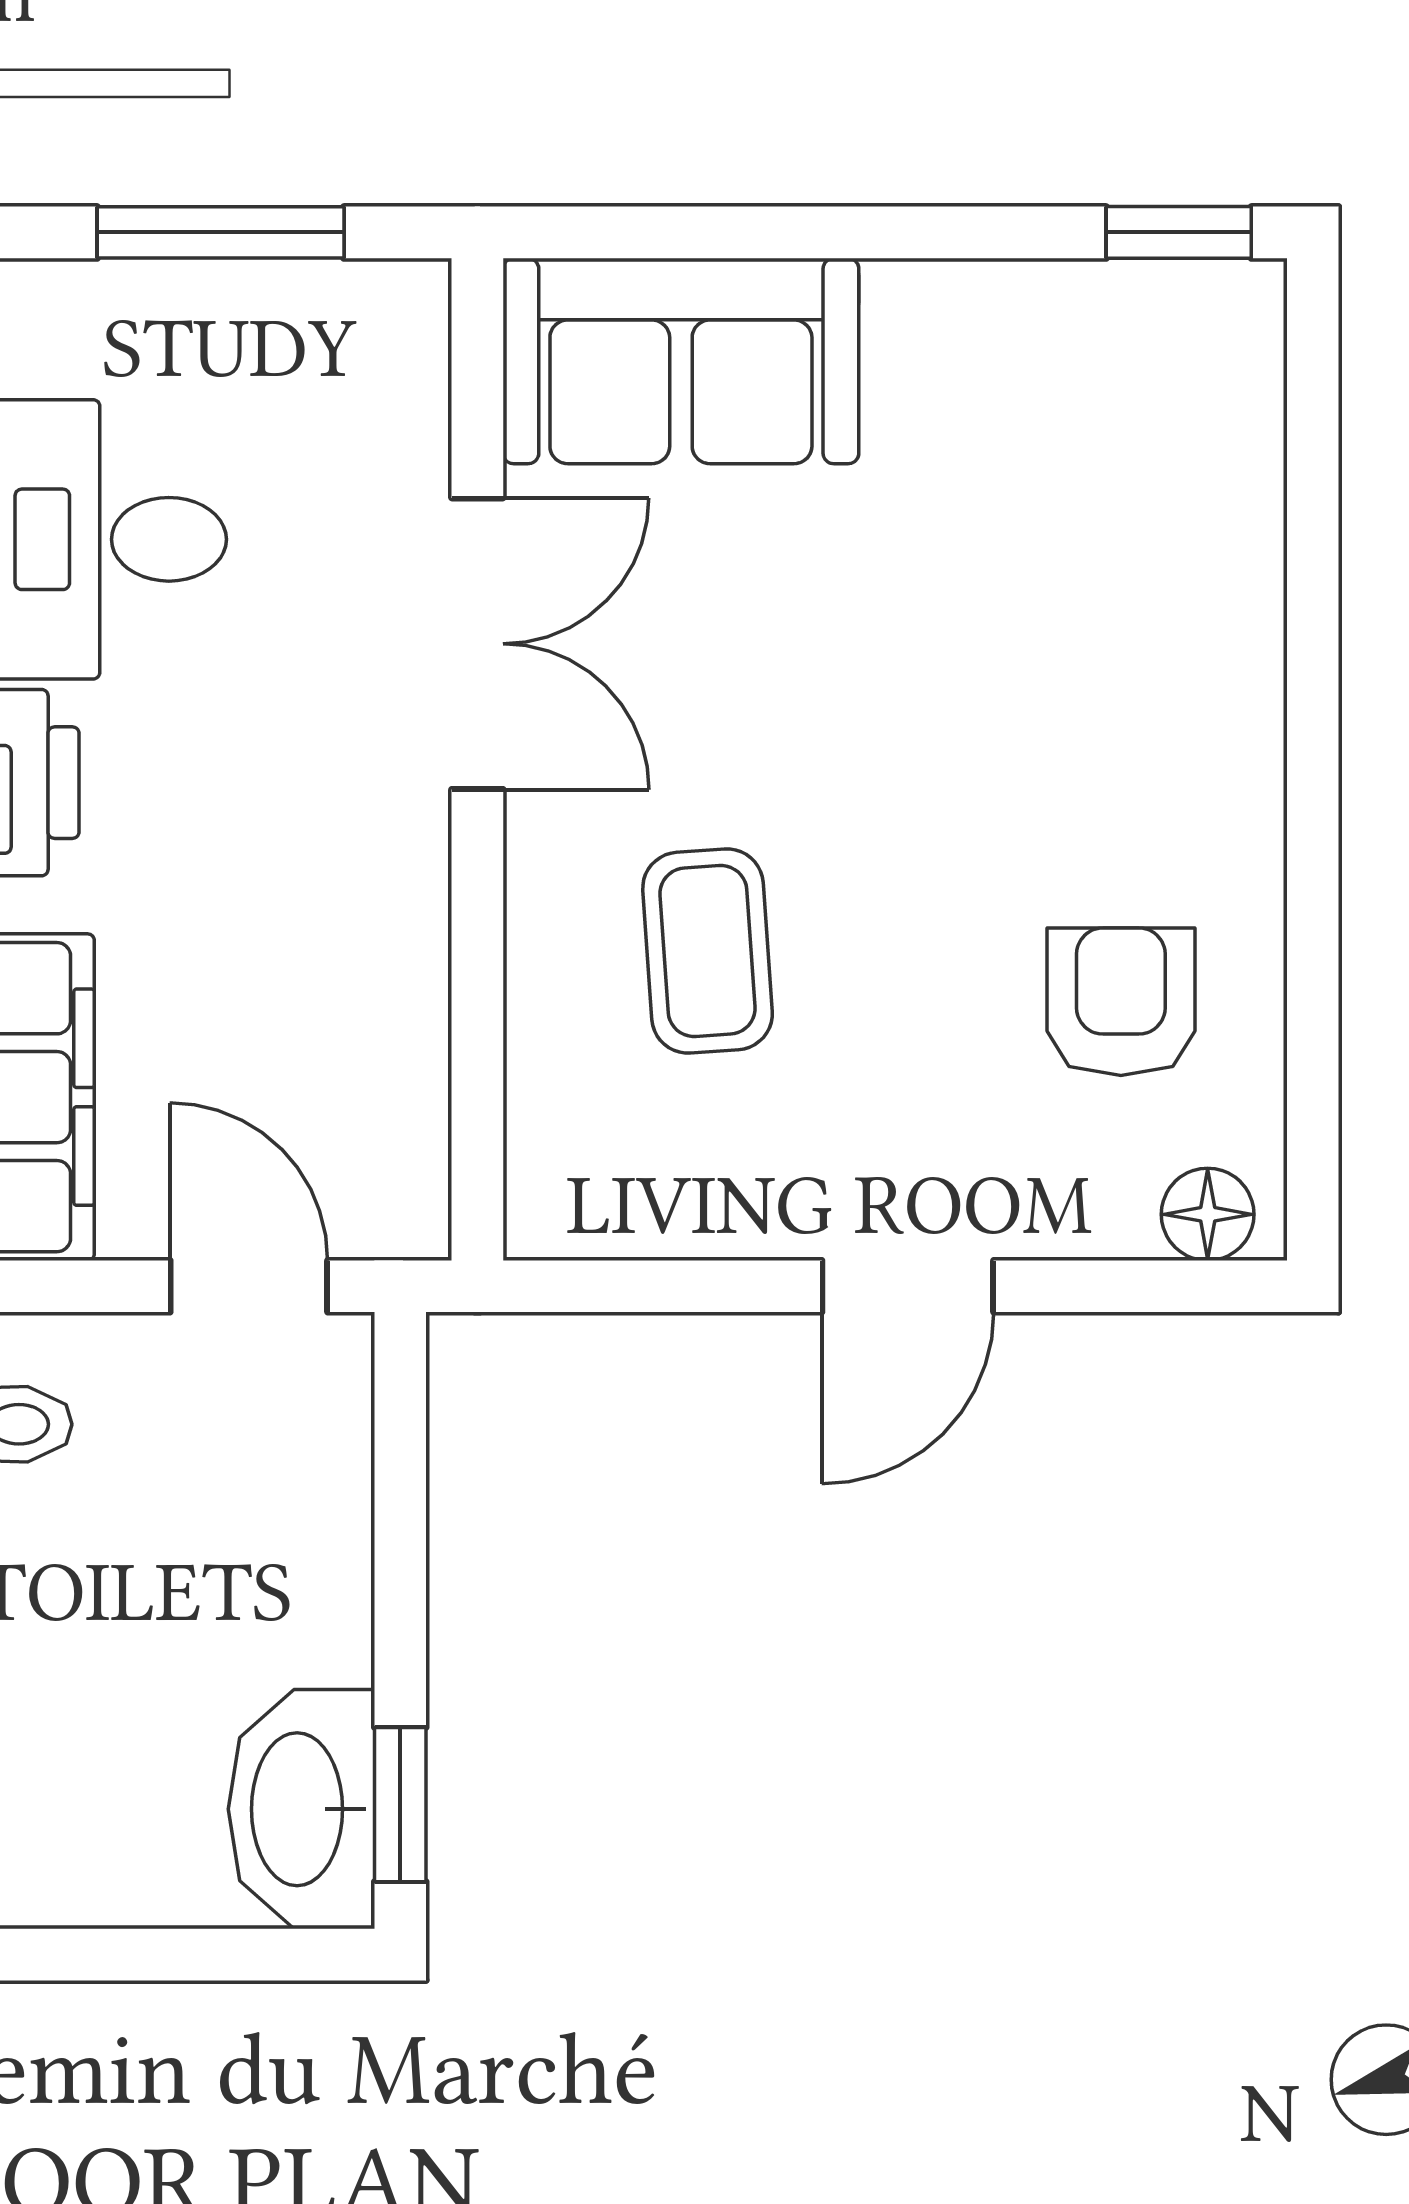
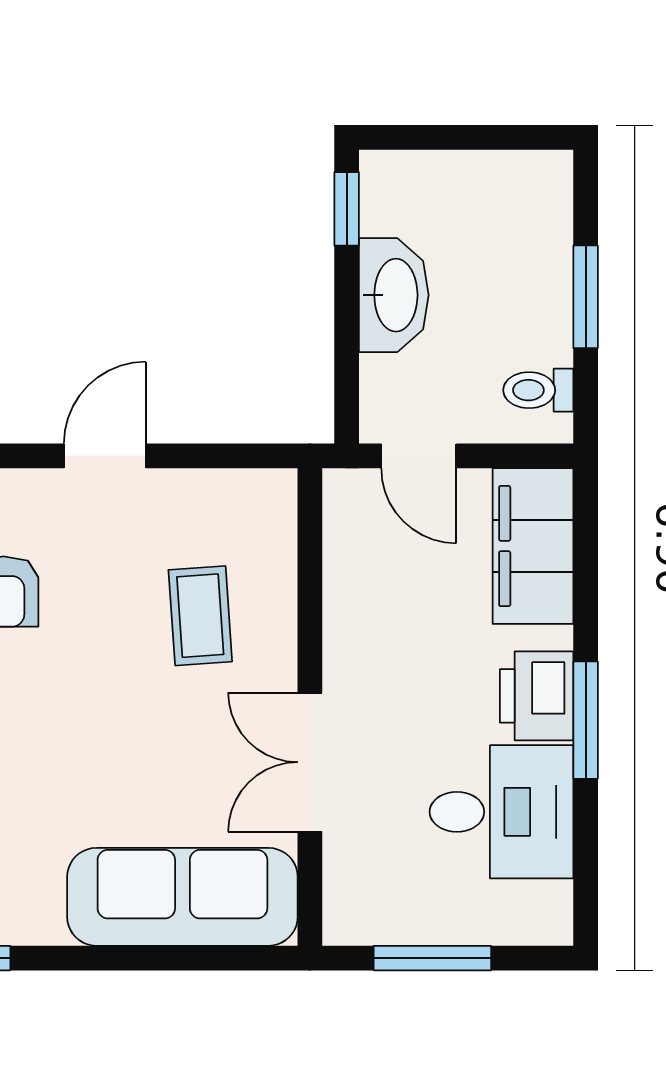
sofa: (681, 361) -> (182, 897), width x1.36
washbasin: (301, 1809) -> (394, 295), moved

